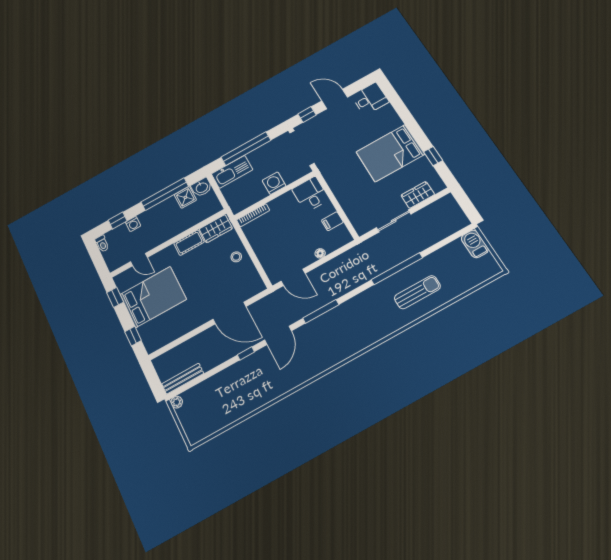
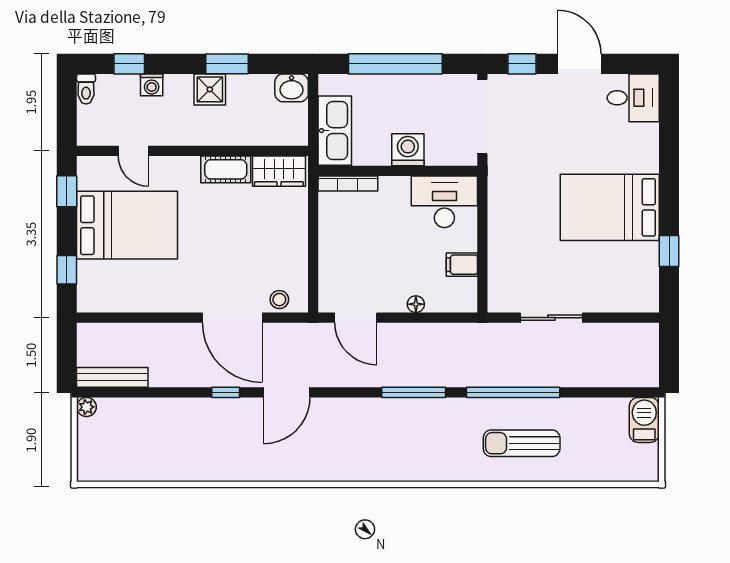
kitchen sink: (232, 172) -> (335, 131), moved, turned -90
window: (165, 194) -> (227, 64), width x0.47
desk: (310, 194) -> (444, 202), width x1.37
wardrobe: (418, 195) -> (610, 298), removed
shower: (185, 197) -> (210, 89), moved
stool: (236, 257) -> (279, 300), moved
sun lounger: (417, 292) -> (522, 443), turned 180
window: (321, 311) -> (414, 392), moved

